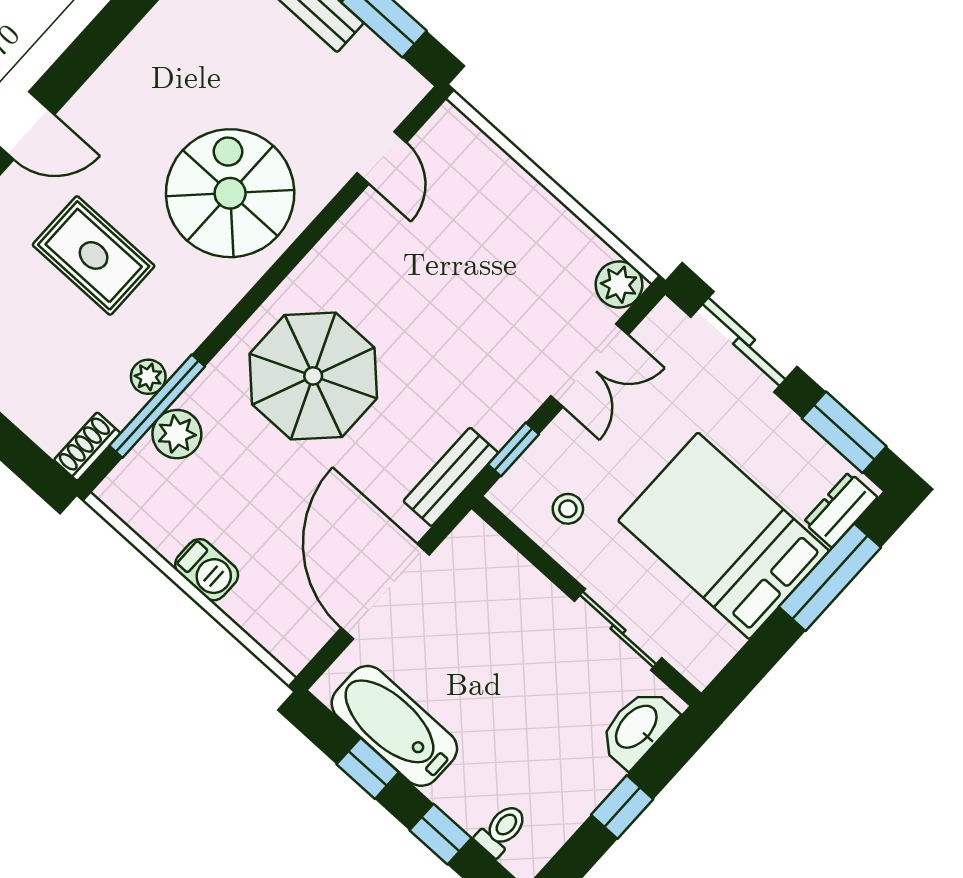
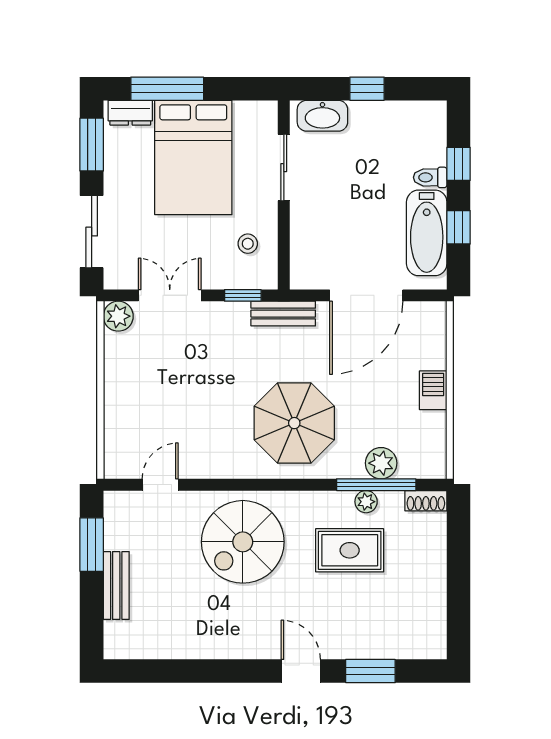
rug: (94, 255) -> (350, 550), moved, turned 90
toilet: (502, 830) -> (430, 177), moved

